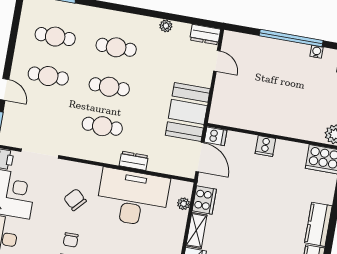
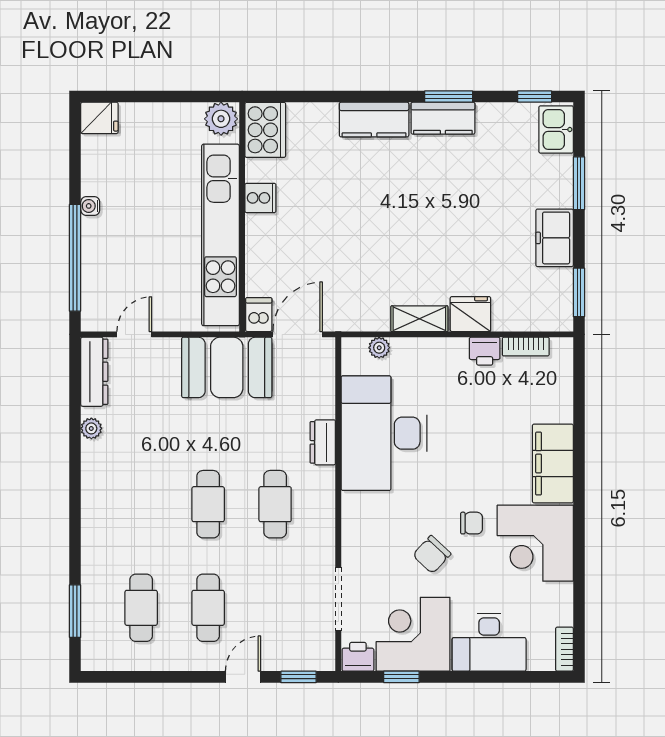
dresser: (205, 35) -> (94, 372), width x1.44
window: (291, 38) -> (75, 258), moved
cafe table: (116, 47) -> (141, 504), removed
water cooler: (317, 52) -> (90, 206), moved
kitchen unit: (266, 122) -> (220, 235), added
cooker: (265, 146) -> (260, 198), moved
chair: (75, 200) -> (432, 554), moved
cooker: (204, 200) -> (367, 315), removed

